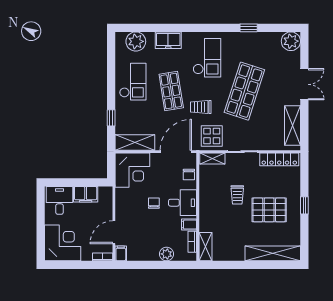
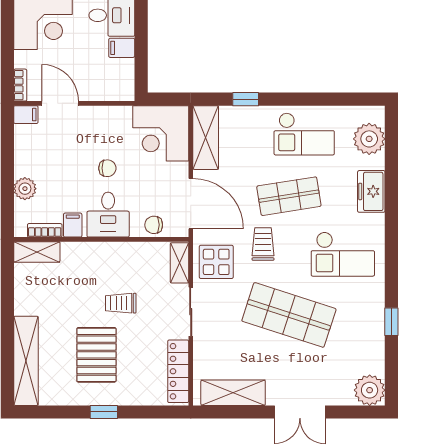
filing cabinet: (86, 194) -> (122, 48), width x0.50

